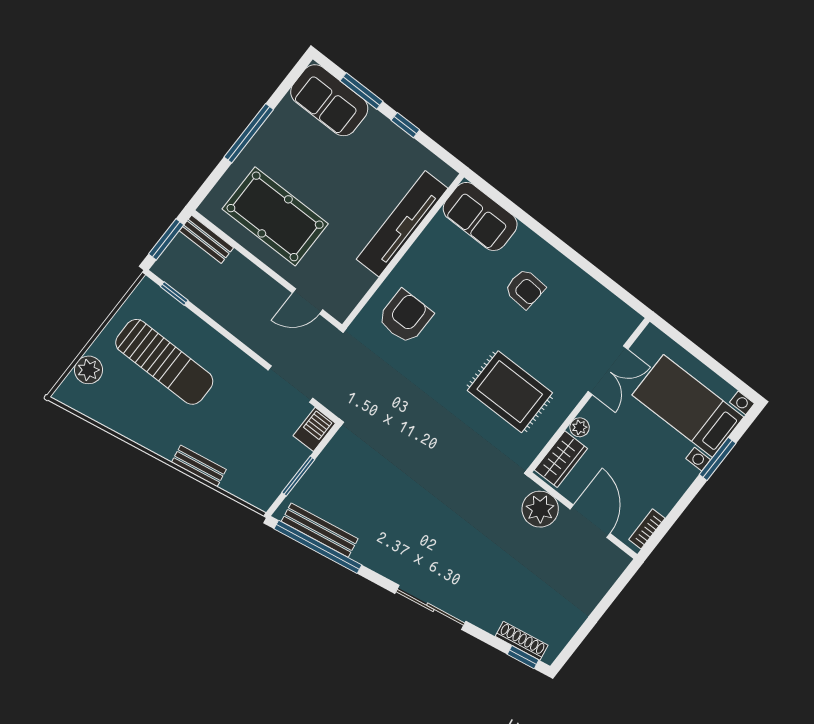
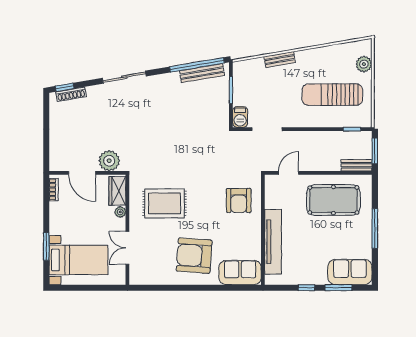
armchair: (525, 289) -> (194, 256), width x1.88, depth x1.88

